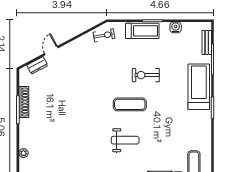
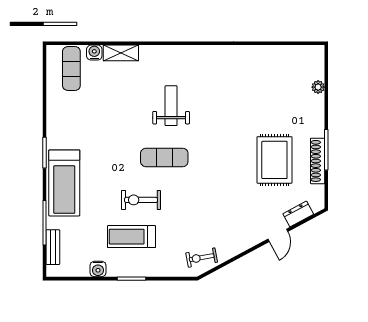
treadmill: (142, 31) -> (131, 237), moved
exercise bike: (146, 75) -> (141, 200), turned 180
rug: (54, 103) -> (274, 160), added
weight bench: (125, 140) -> (171, 106), turned 90

